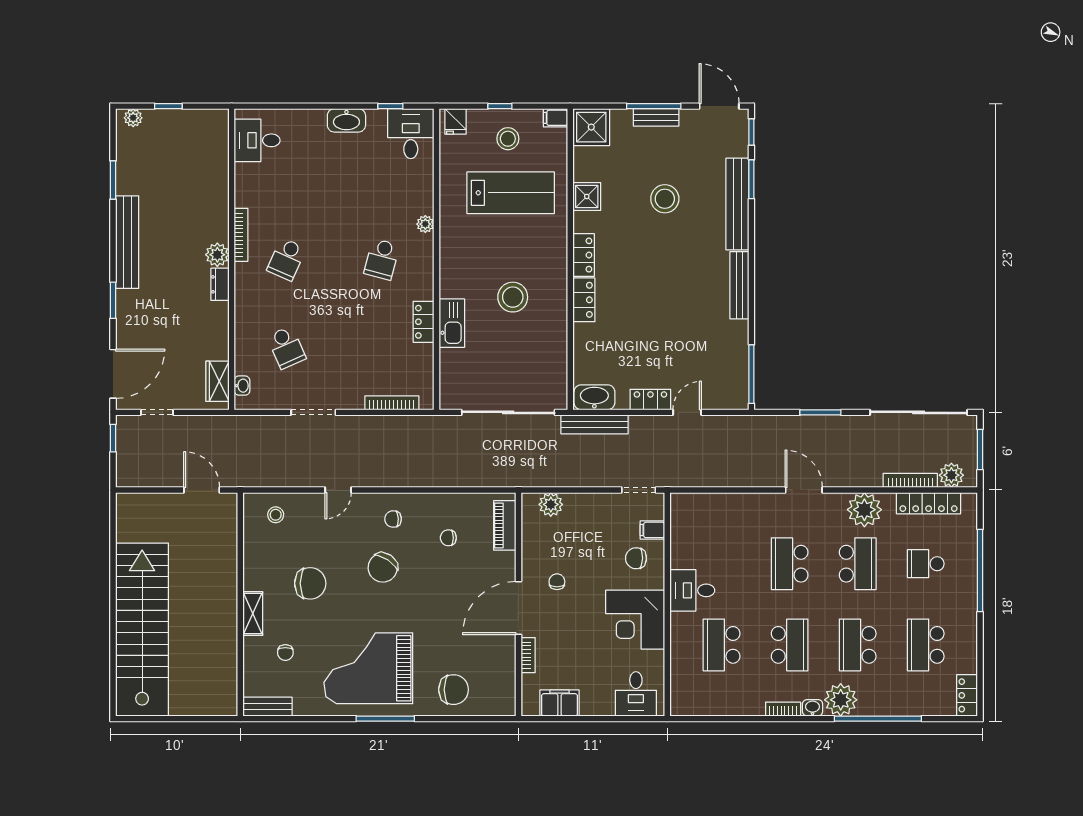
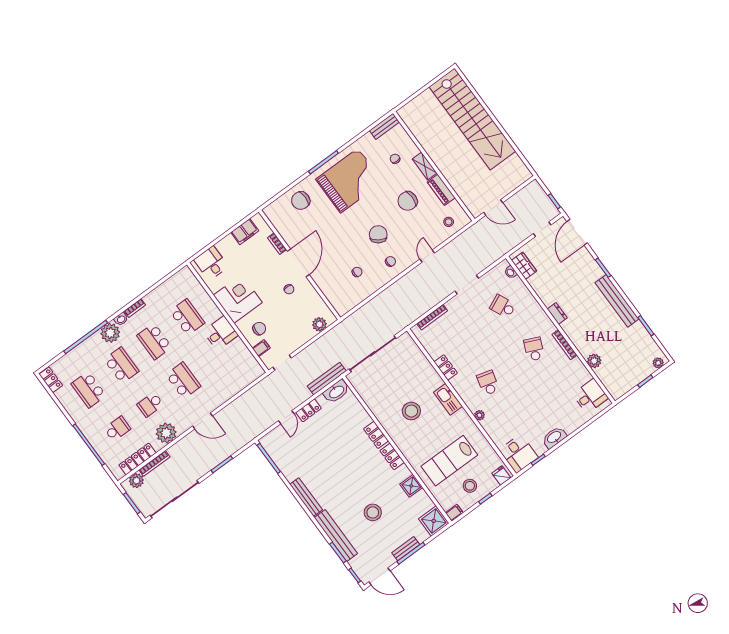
plant: (217, 255) -> (594, 361), moved
kitchen sink: (452, 323) -> (448, 399), moved
piano: (505, 525) -> (441, 190), moved, turned 180
school desk: (858, 564) -> (150, 405), width x0.54
school desk: (926, 645) -> (89, 390), turned 180

